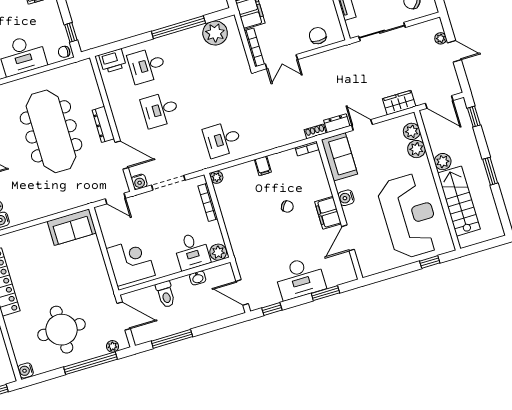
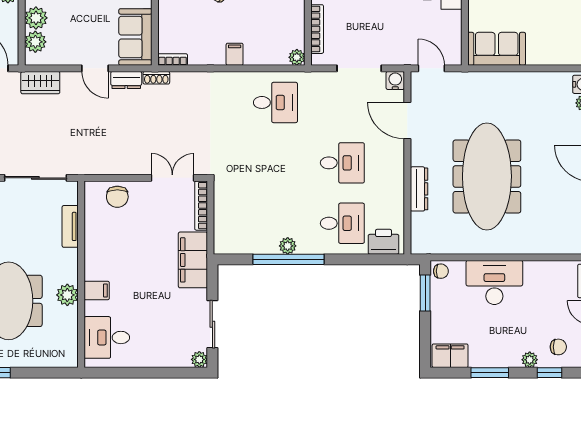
window: (71, 32) -> (425, 293), width x1.50
plant: (215, 33) -> (288, 246), moved, width x0.53, depth x0.53
dresser: (103, 124) -> (419, 189), moved

